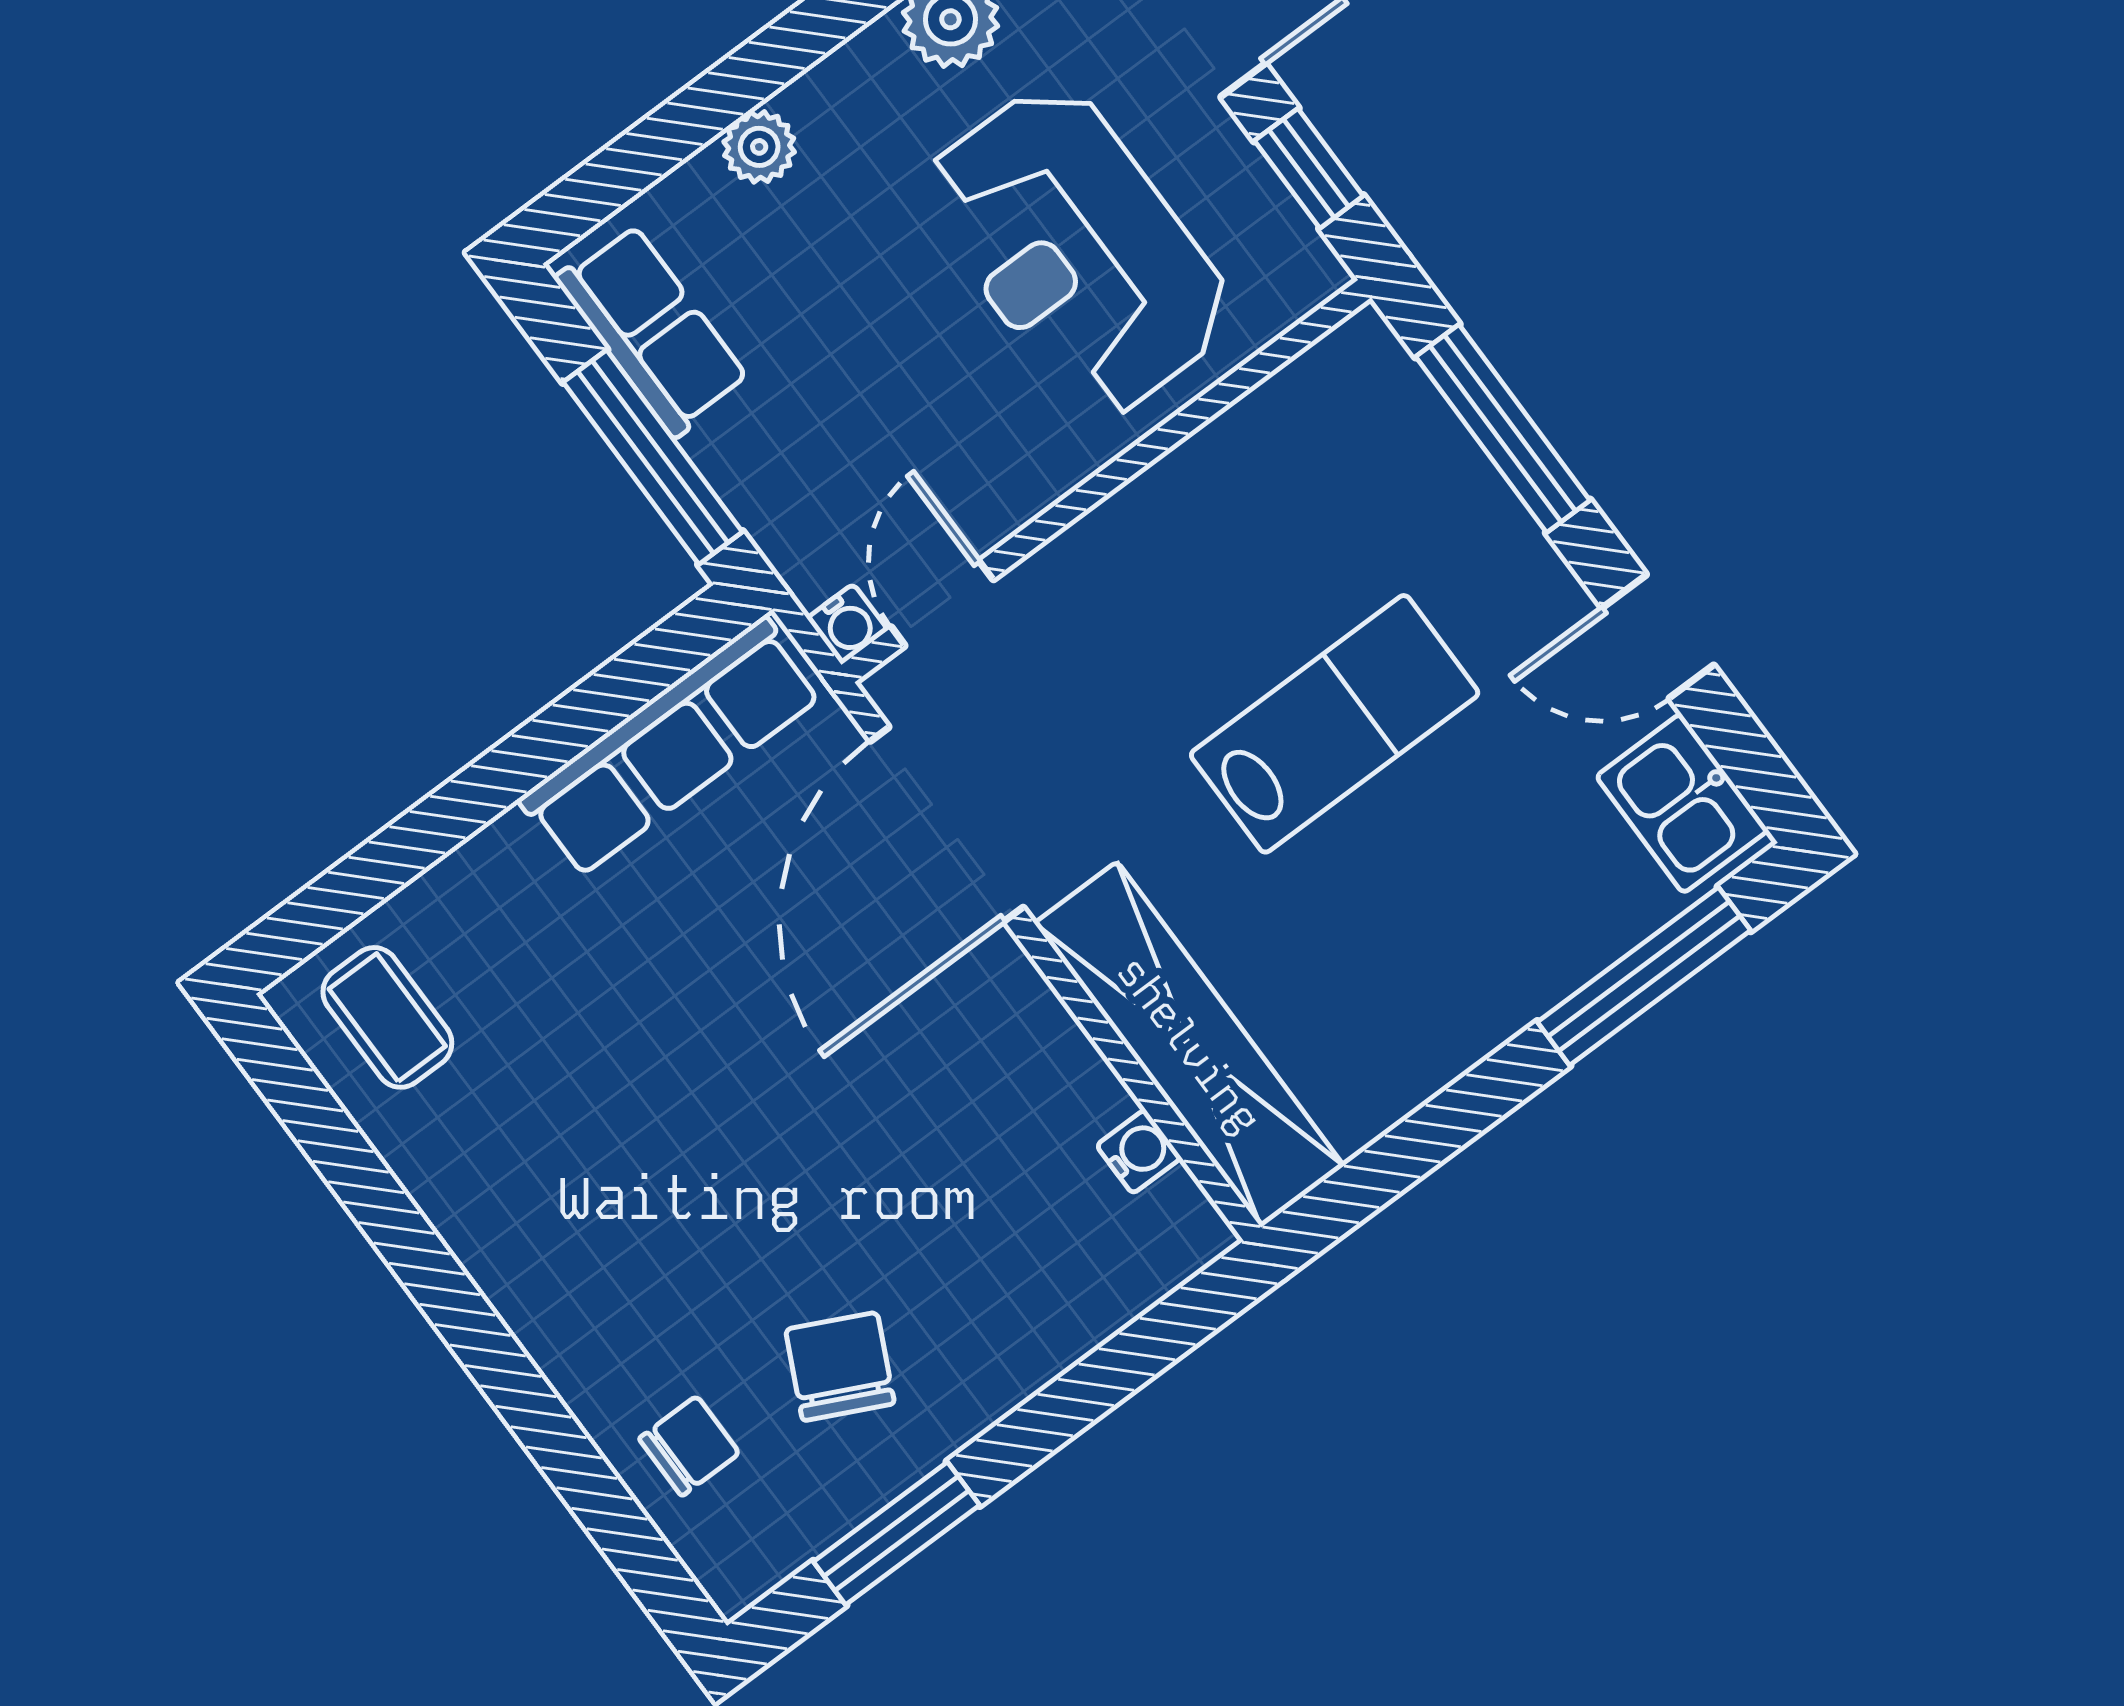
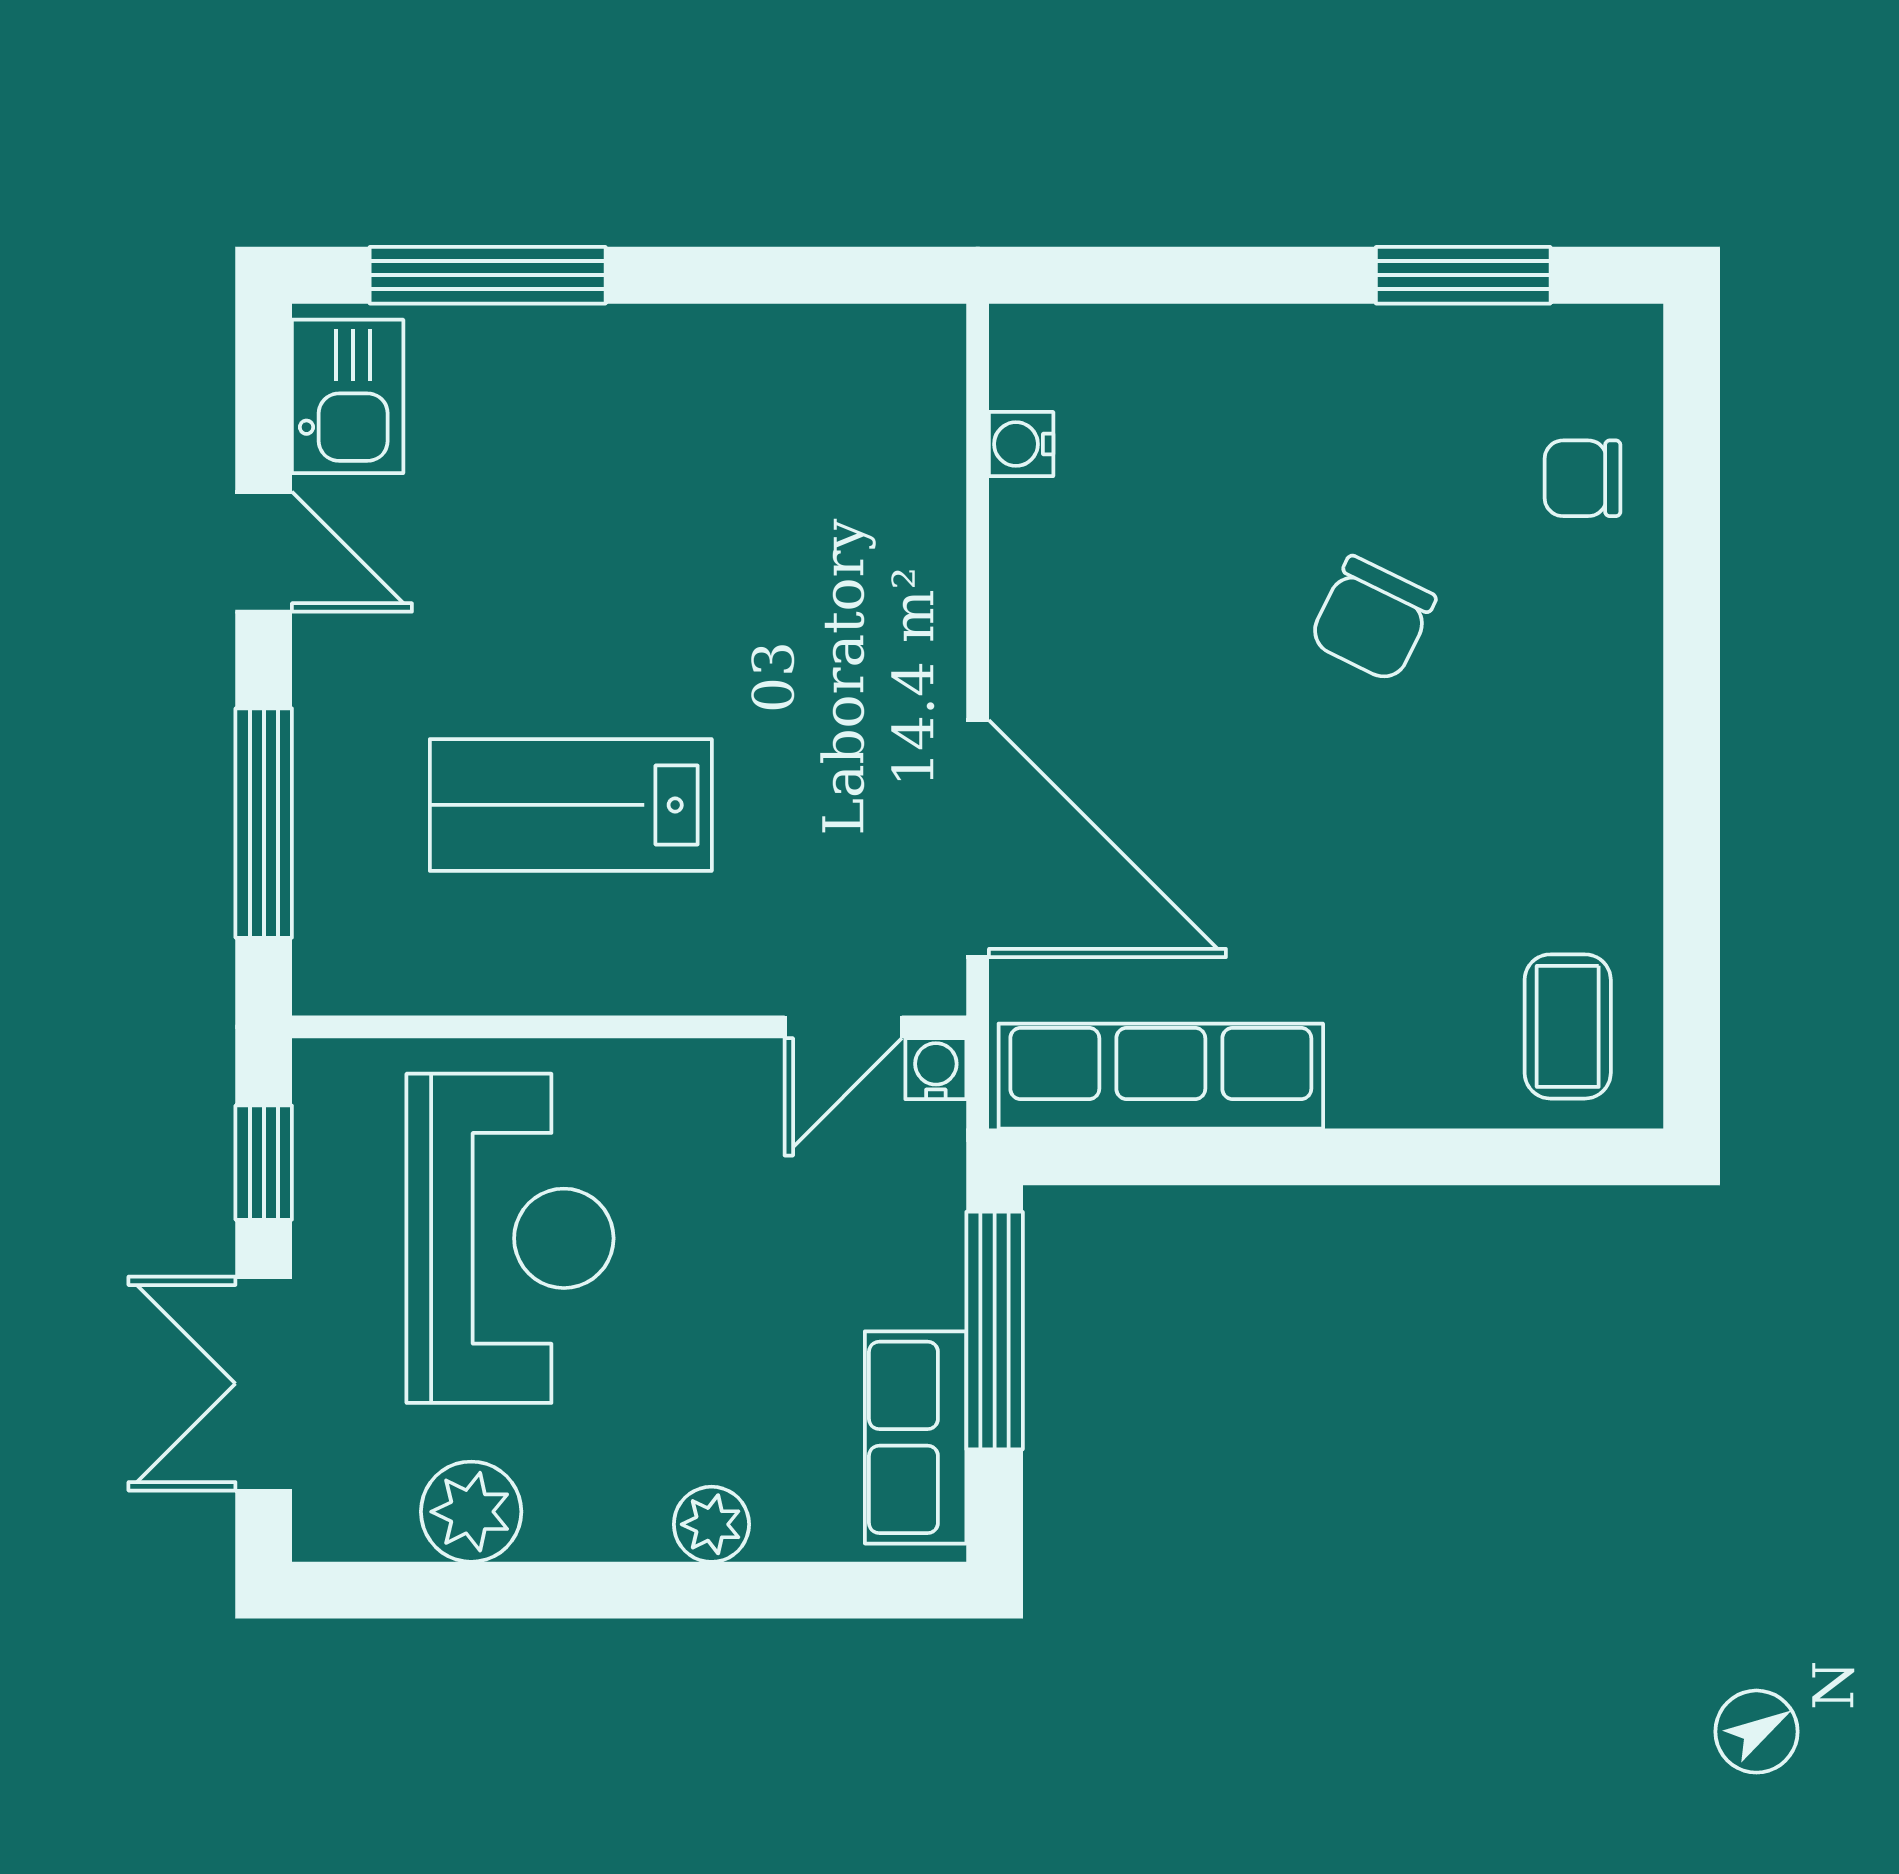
lab bench: (1335, 724) -> (571, 805), moved
door: (947, 824) -> (978, 839), hinge flipped
shelving: (1189, 1045) -> (912, 502), removed
chair: (840, 1366) -> (1372, 619), moved

